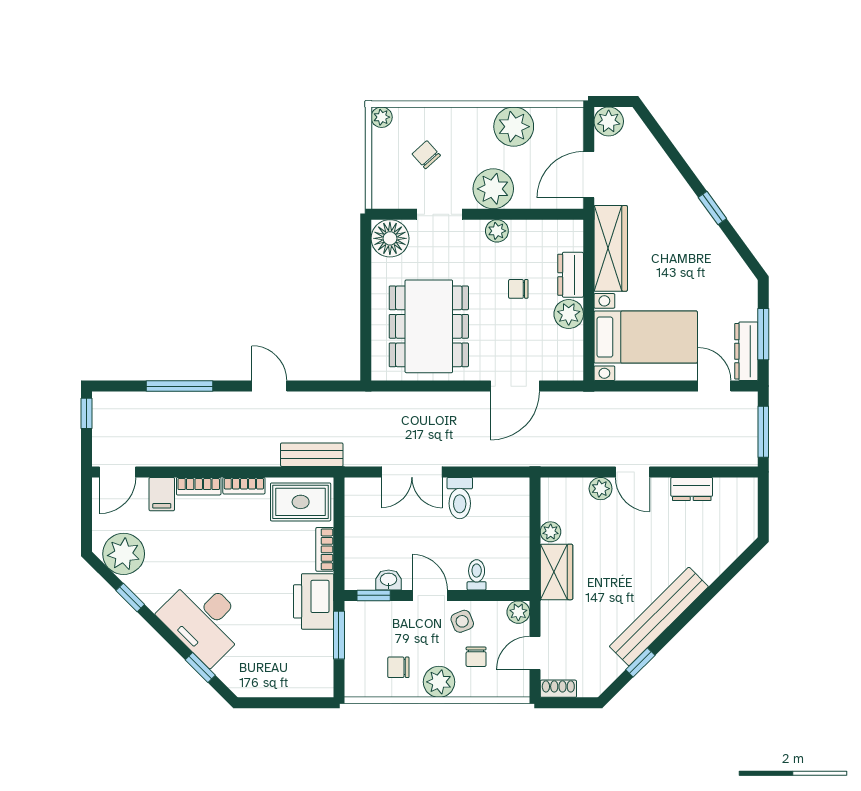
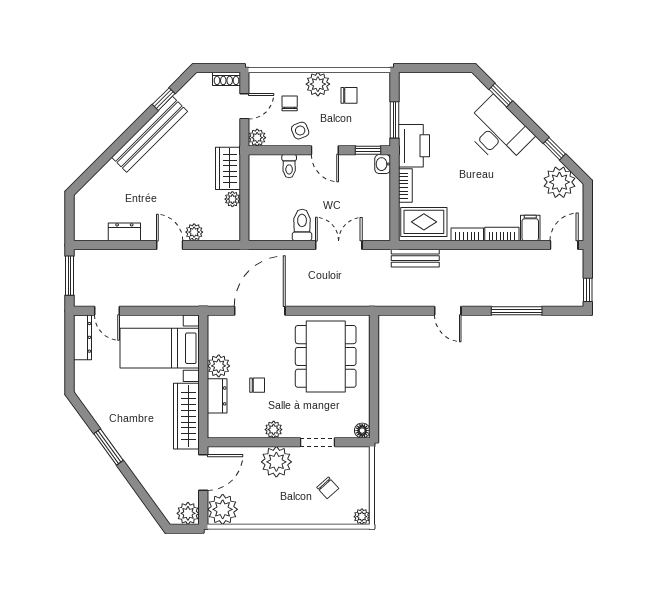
plant: (514, 127) -> (223, 509), moved
window: (712, 208) -> (108, 447), width x1.50
floor lamp: (390, 238) -> (362, 431), width x0.53, depth x0.53
window: (763, 334) -> (70, 350), removed
door: (515, 386) -> (260, 311), width x1.36
washbasin: (389, 580) -> (383, 164), moved, turned 90

